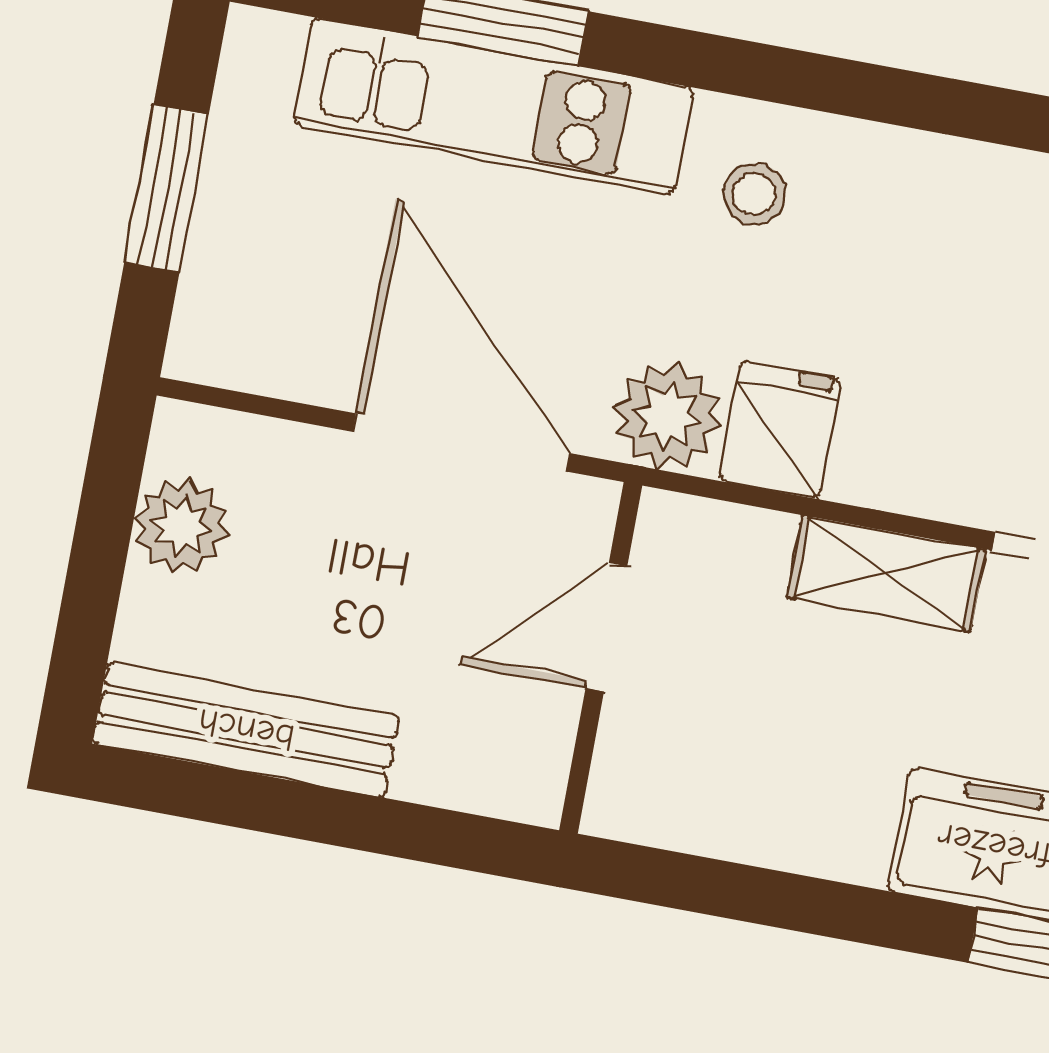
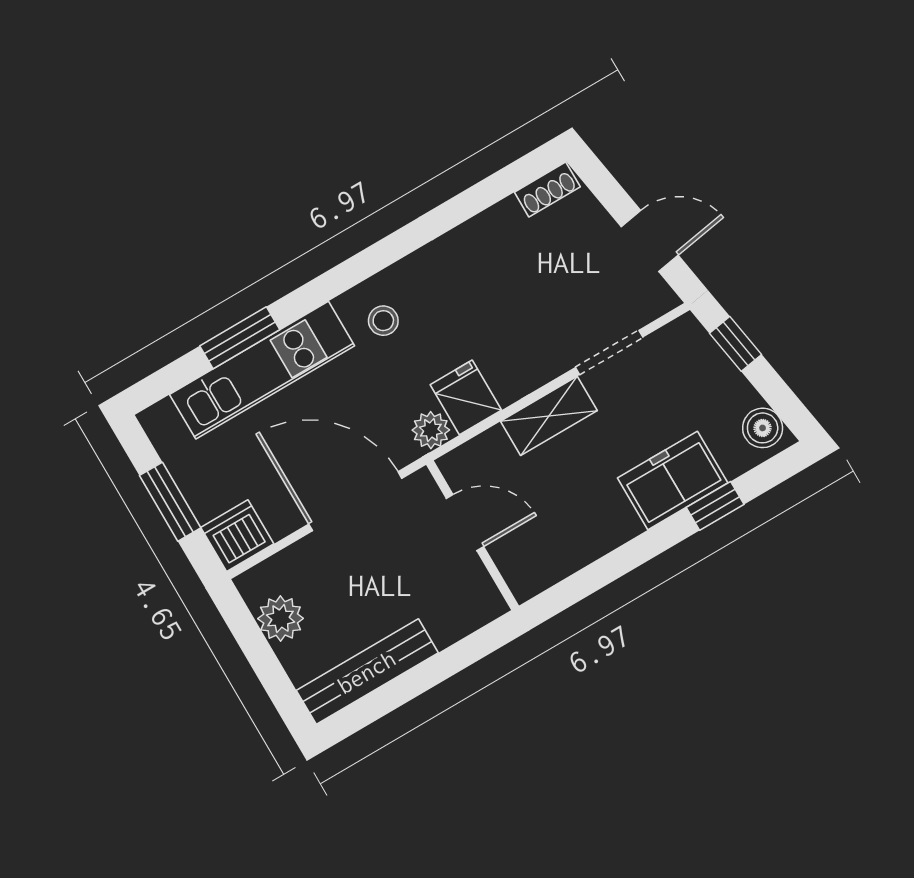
dishwasher: (226, 335) -> (237, 536), added
plant: (668, 416) -> (431, 430), width x0.73, depth x0.73
door: (606, 627) -> (465, 522), swing flipped

